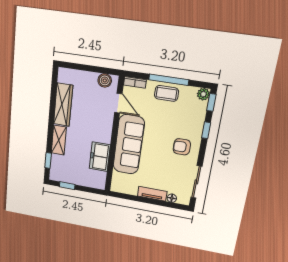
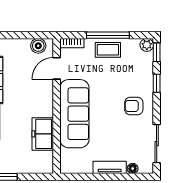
door: (118, 103) -> (57, 68), swing flipped

